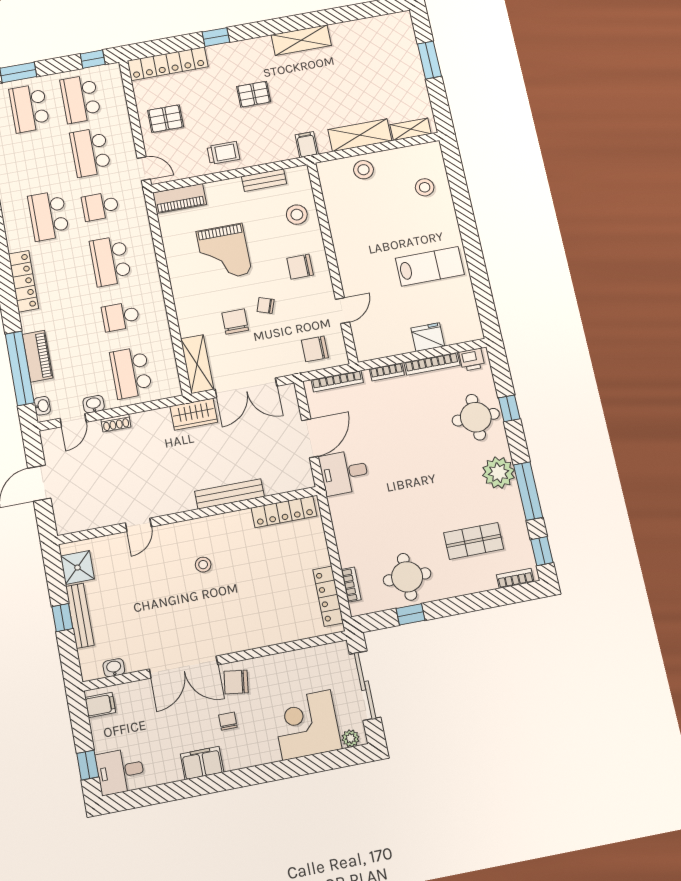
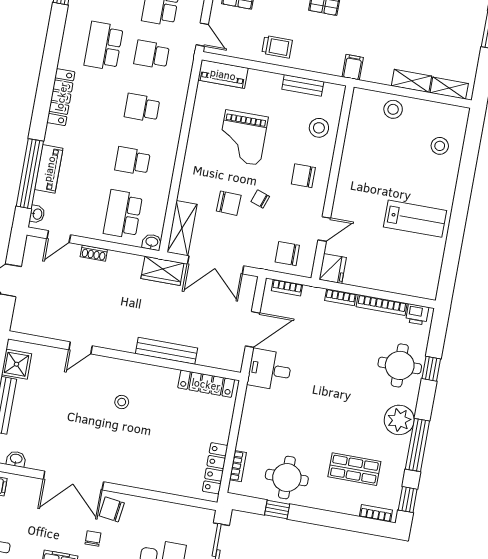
shelving: (360, 135) -> (411, 81), width x0.67, depth x0.75
school desk: (110, 261) -> (142, 108), width x0.54
chair: (235, 322) -> (229, 203), turned 92
fridge: (428, 337) -> (333, 269), moved, turned 90
bookcase: (337, 381) -> (287, 288), width x0.64
washbasin: (94, 404) -> (152, 242), moved

